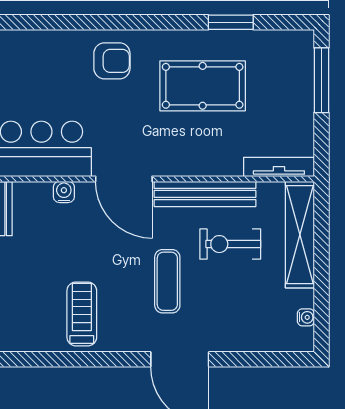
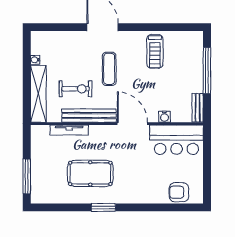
window: (231, 22) -> (103, 207), moved
armchair: (112, 61) -> (179, 192), moved
tv unit: (279, 167) -> (69, 130), moved
water cooler: (306, 317) -> (35, 60), moved

